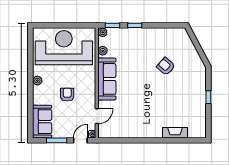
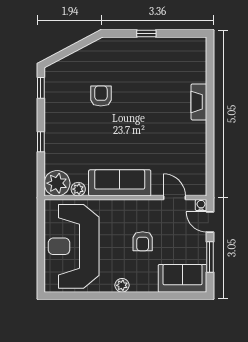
window: (113, 25) -> (41, 88), moved
plant: (103, 32) -> (57, 183), width x1.87, depth x1.87
armchair: (166, 66) -> (101, 96), turned 139
armchair: (67, 95) -> (143, 241), turned -90
fireplace: (175, 133) -> (199, 102), moved

